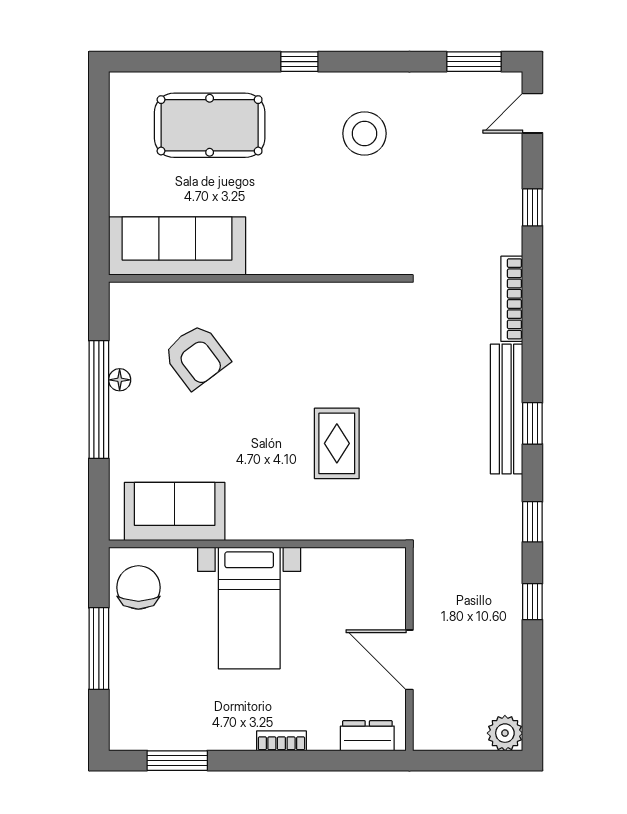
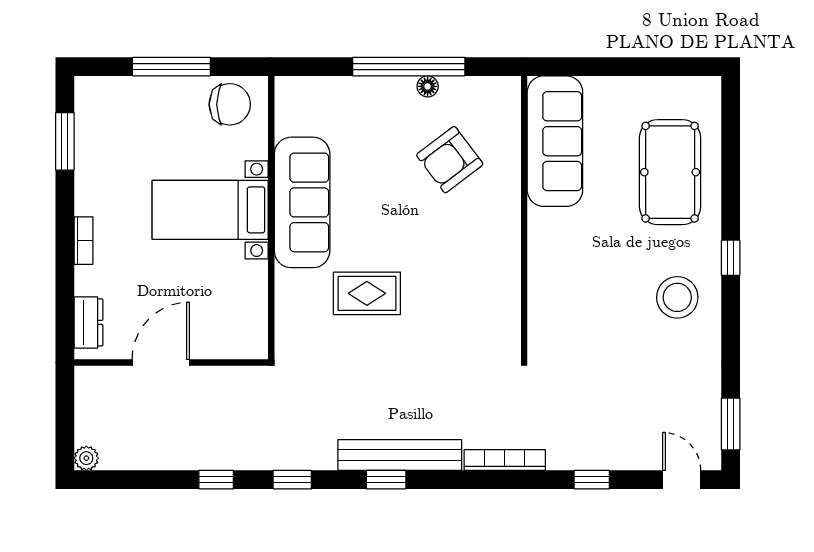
stool: (364, 133) -> (677, 297), moved
sofa: (175, 511) -> (302, 202), moved, width x1.36
plant: (505, 733) -> (86, 458), width x0.73, depth x0.73

